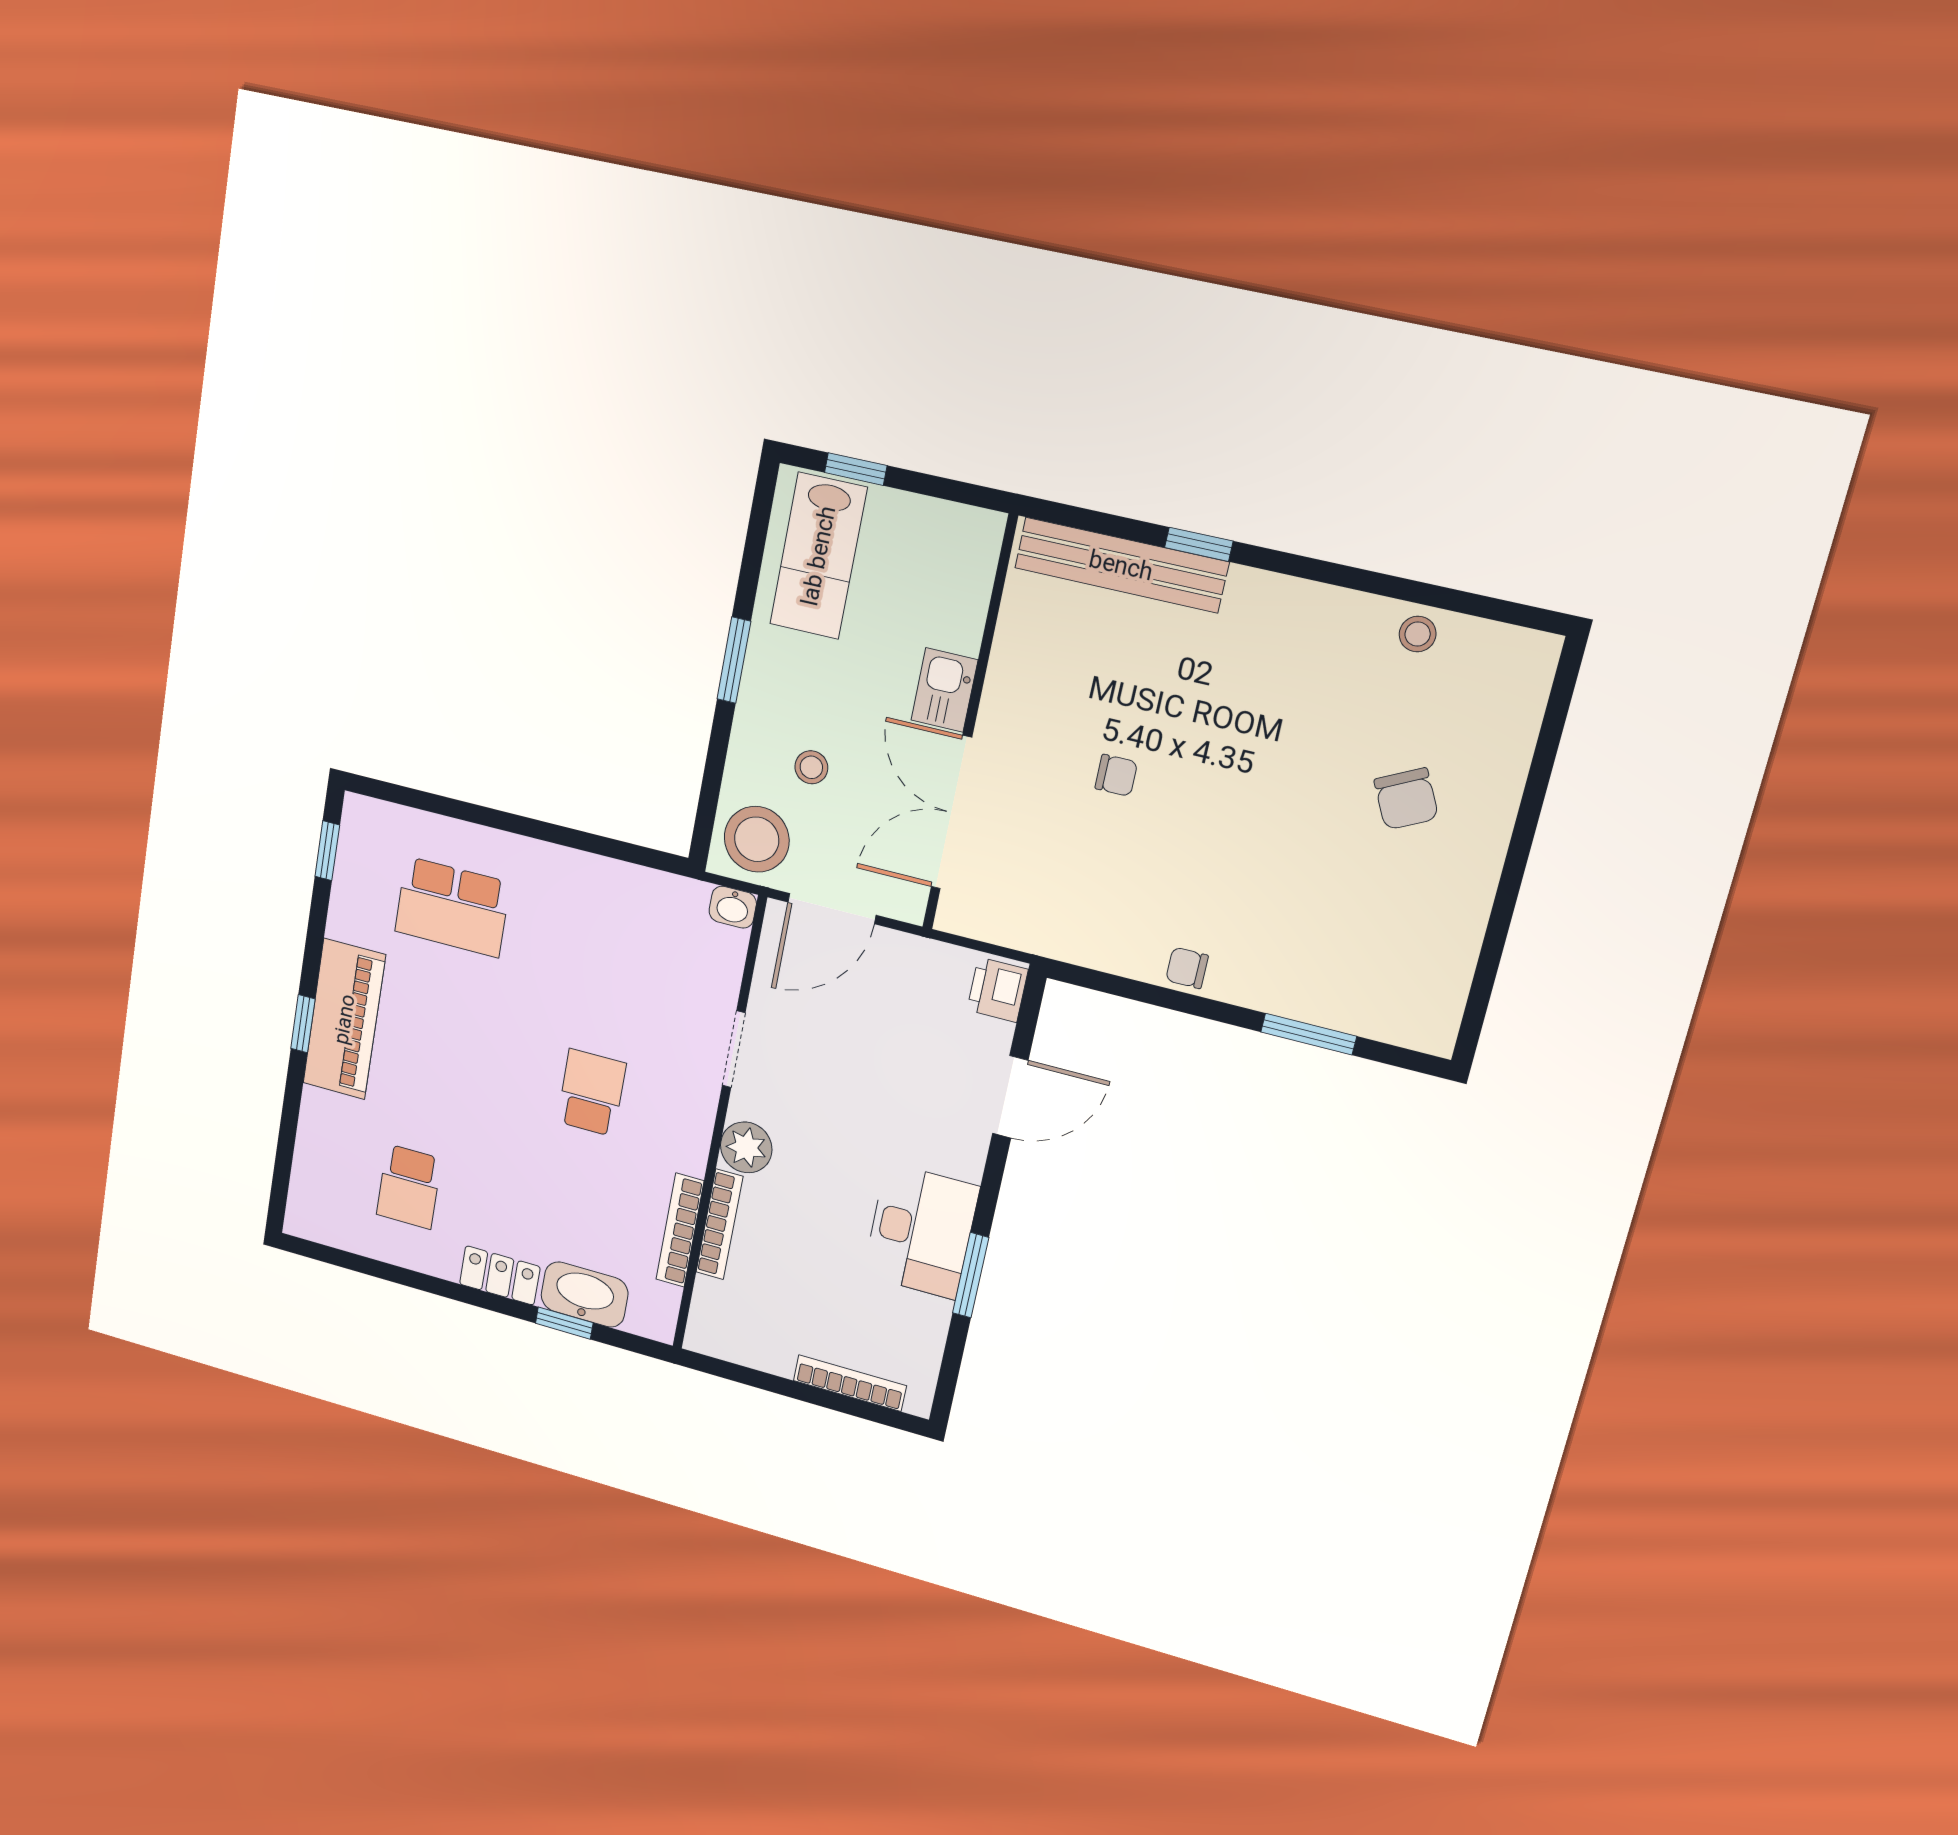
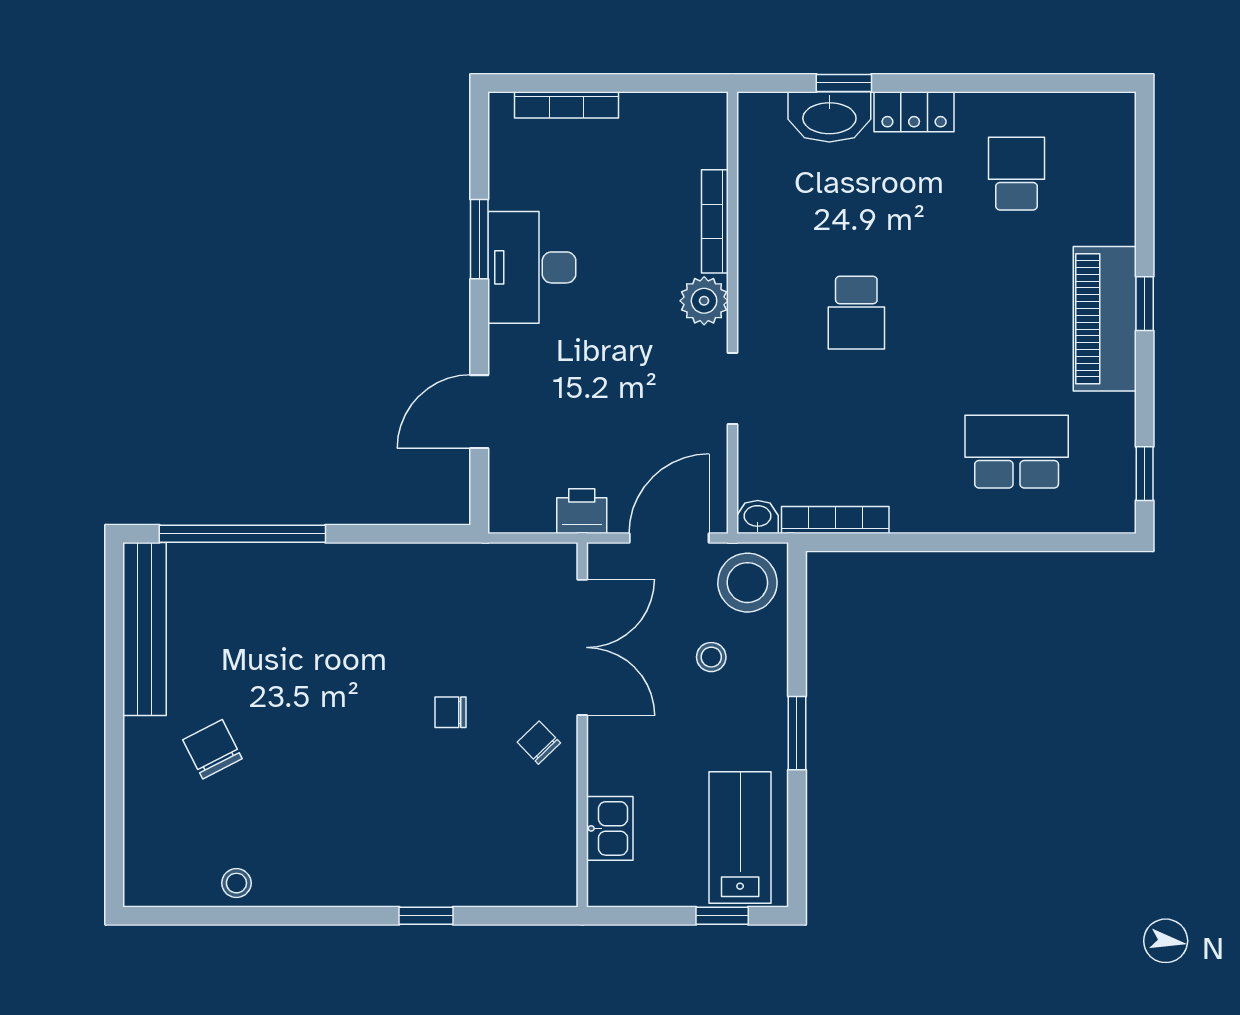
bench: (1121, 565) -> (144, 629), moved, turned 90
kitchen sink: (944, 690) -> (610, 828), moved
chair: (1187, 968) -> (539, 743), moved, turned -134
printer: (998, 990) -> (582, 511), moved, turned -90
window: (1309, 1034) -> (242, 534), width x2.11
bookcase: (680, 1230) -> (835, 520), moved, turned -90

